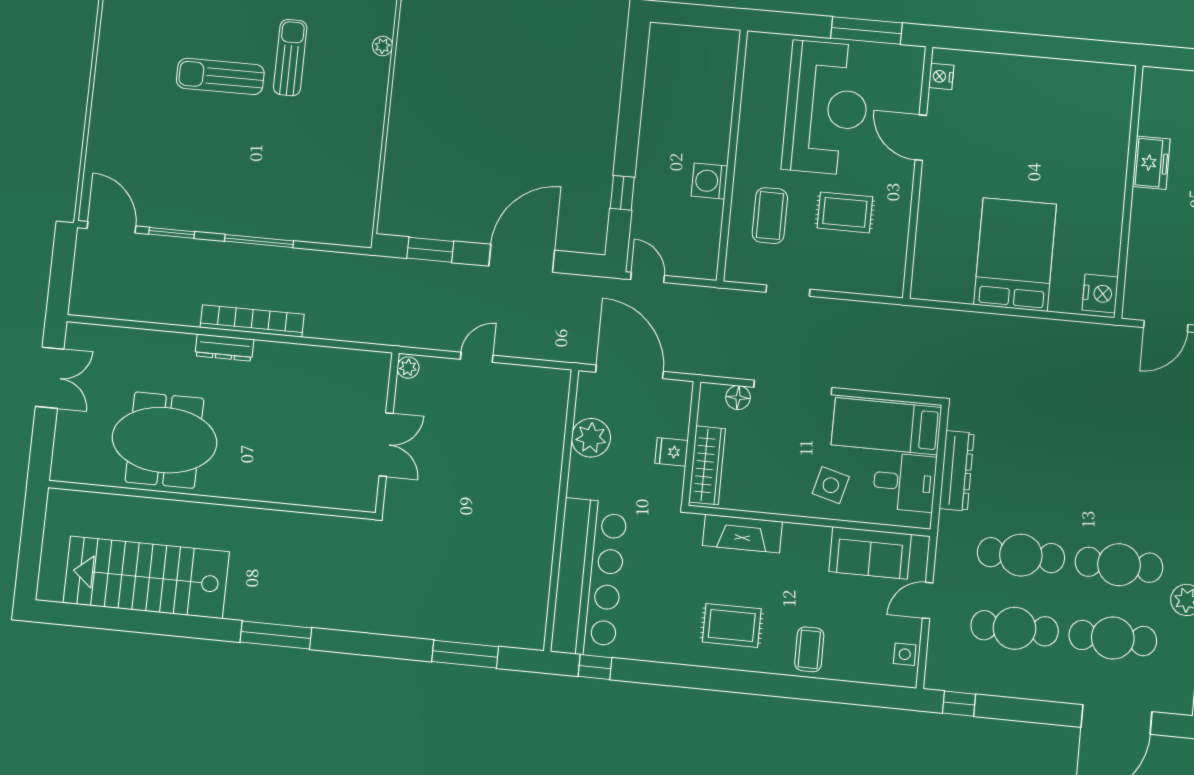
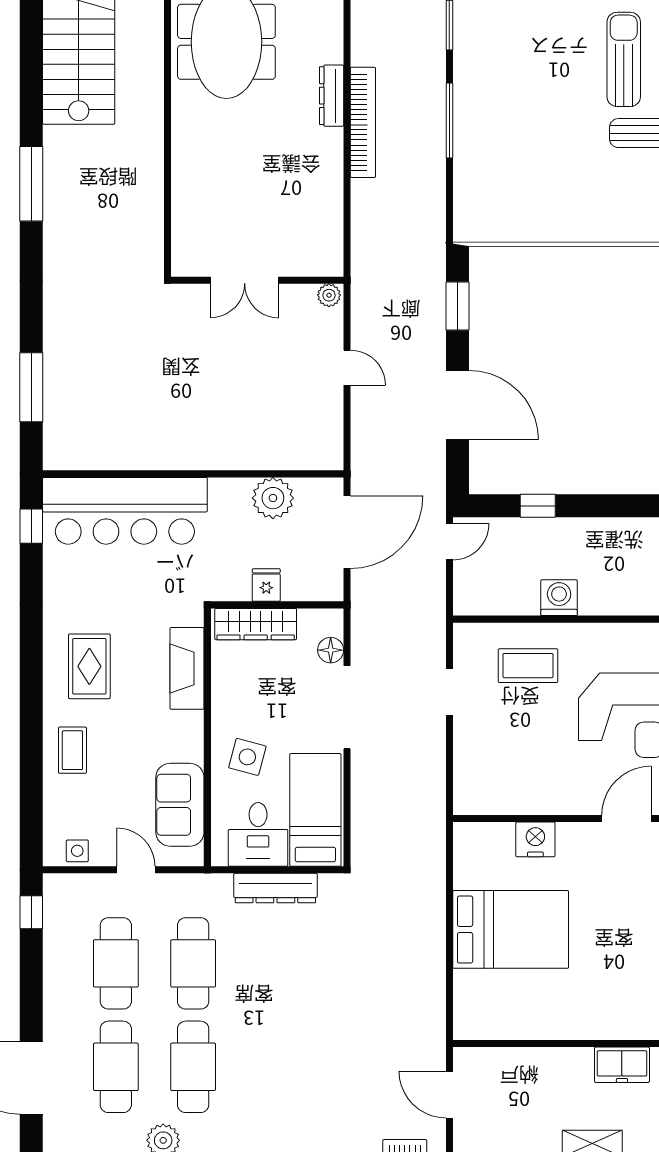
rug: (845, 212) -> (539, 745), removed
nightstand: (1100, 294) -> (535, 839), moved, turned 180
coffee table: (809, 649) -> (72, 750), turned 90

